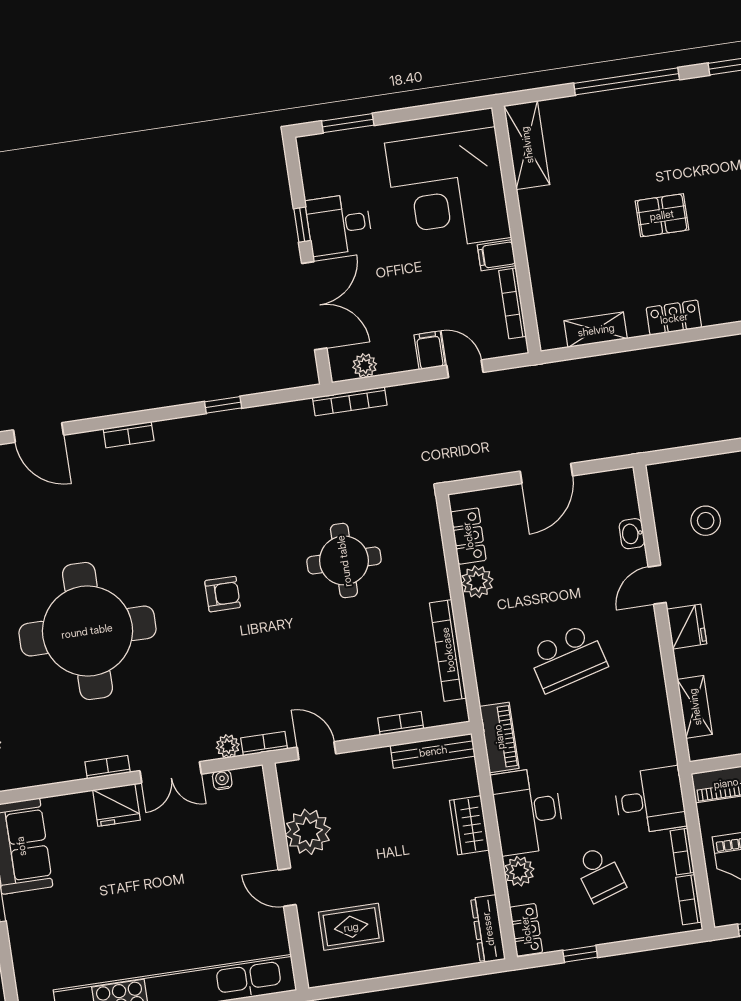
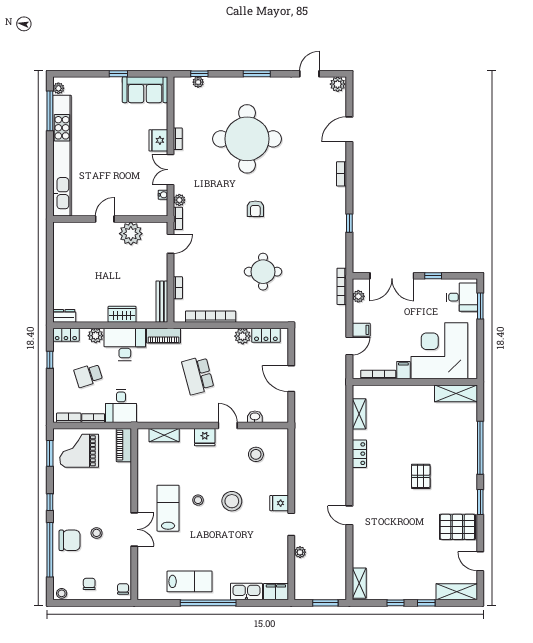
pallet: (662, 215) -> (421, 476), moved
desk: (339, 224) -> (462, 297), moved, turned 90
rug: (351, 927) -> (80, 248), removed
dresser: (488, 929) -> (64, 316), width x0.70

